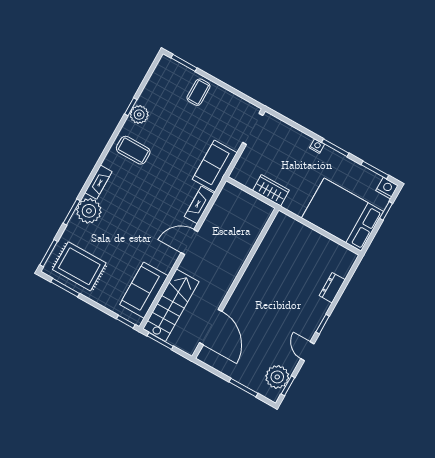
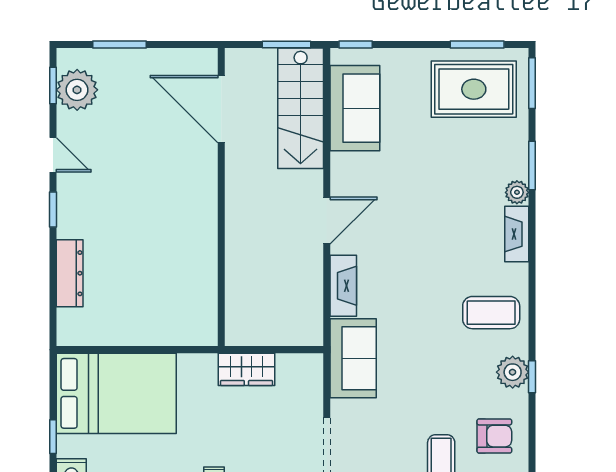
armchair: (166, 88) -> (494, 436), added
plant: (89, 211) -> (517, 192), width x0.53, depth x0.53
dresser: (332, 288) -> (70, 273), width x1.44

